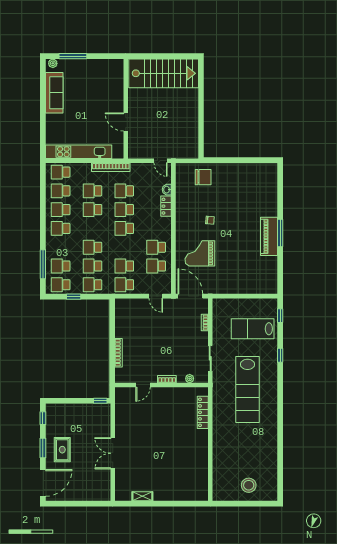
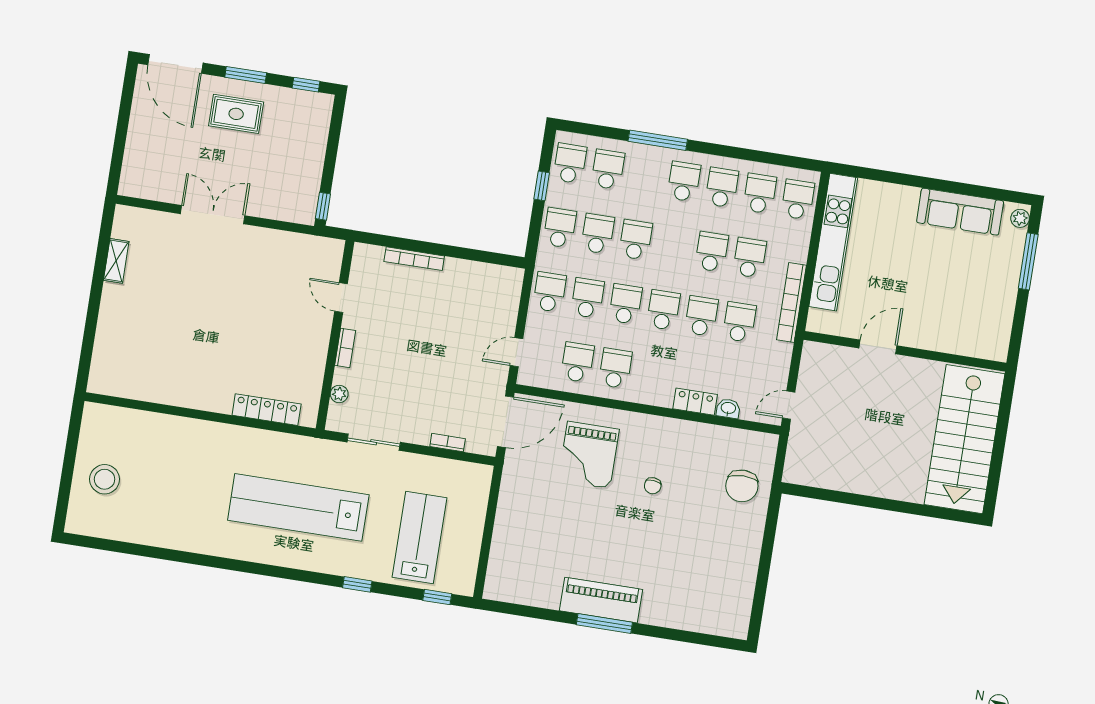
school desk: (124, 247) -> (625, 304), added
grand piano: (200, 253) -> (589, 455), turned 180
window: (43, 264) -> (658, 140), moved

